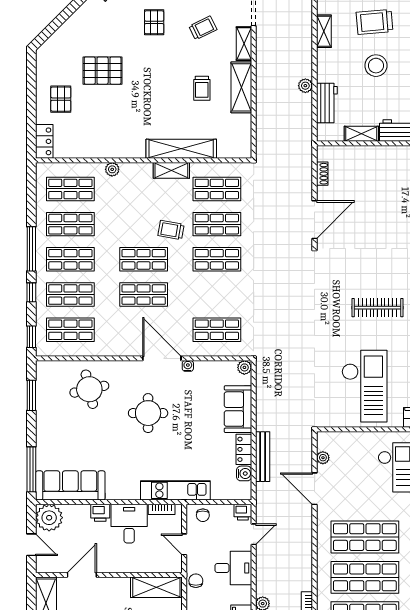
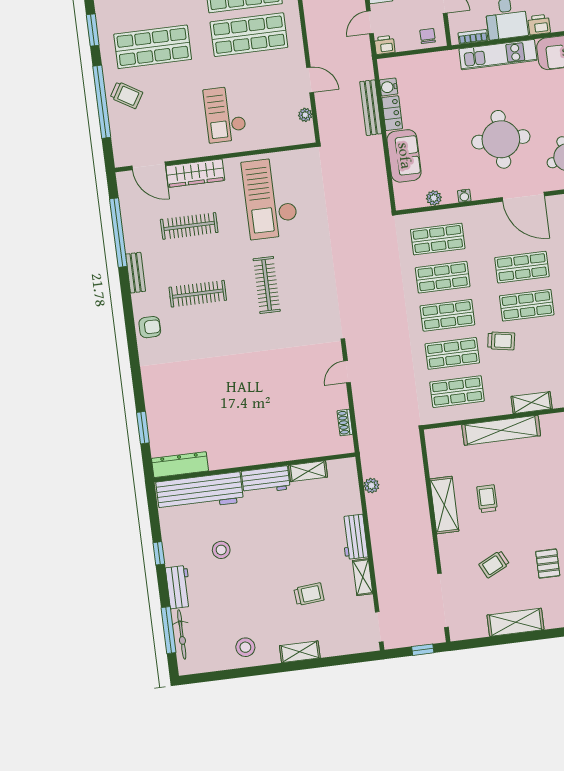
trolley: (375, 22) -> (309, 594), width x0.73, depth x0.72
shelving: (244, 44) -> (448, 553), removed
stool: (376, 66) -> (301, 547), removed
plant: (305, 86) -> (371, 486), moved
workbench: (327, 103) -> (354, 537), moved
shelving: (171, 170) -> (532, 403), moved
door: (315, 220) -> (347, 372), width x0.53
shop shelf: (217, 295) -> (443, 277), added
clothes rail: (377, 308) -> (267, 285), turned 90
door: (162, 358) -> (523, 197), moved
plant: (244, 367) -> (434, 198), moved
round table: (148, 413) -> (501, 139), width x1.36, depth x1.36
door: (315, 489) -> (310, 80), width x0.73
kitchen unit: (175, 490) -> (498, 55), moved

